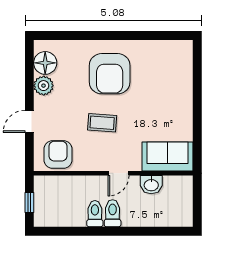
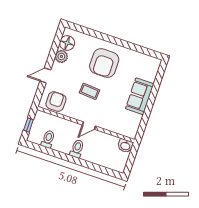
sofa: (168, 156) -> (140, 96), moved, turned -90
washbasin: (151, 185) -> (125, 146), moved
toilet: (95, 214) -> (48, 139), moved

